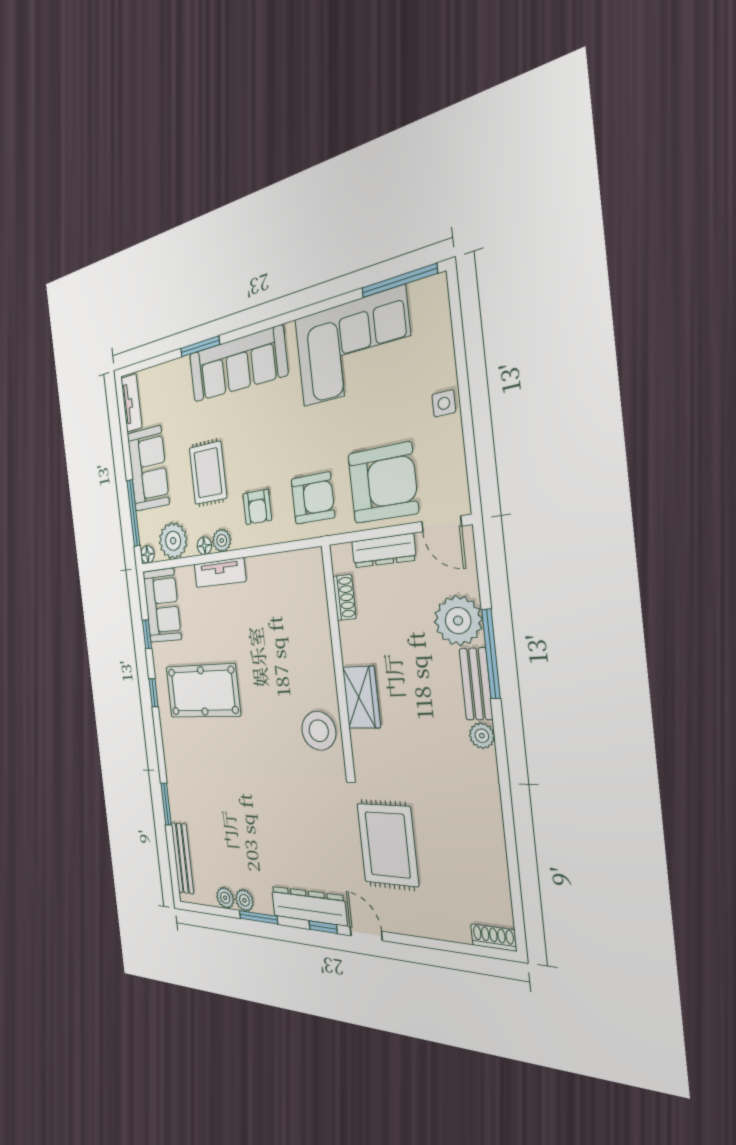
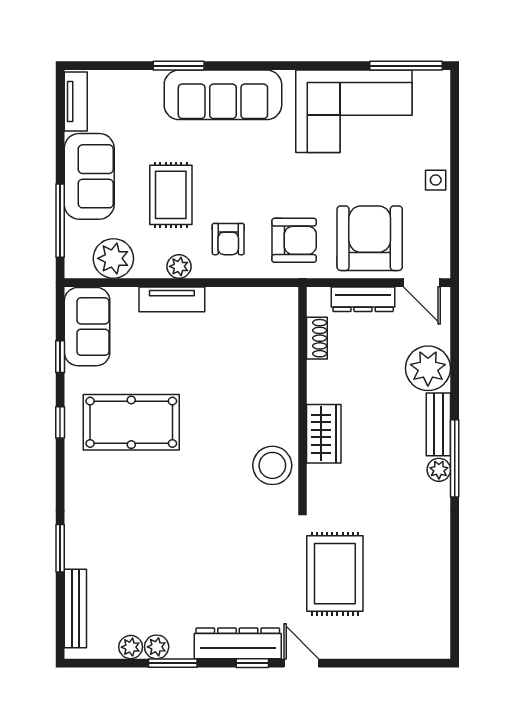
armchair: (383, 483) -> (370, 238), turned -90
floor lamp: (204, 546) -> (155, 269), removed
floor lamp: (147, 554) -> (74, 269), removed
window: (491, 654) -> (455, 458), moved
shoe rack: (494, 938) -> (430, 649), removed

